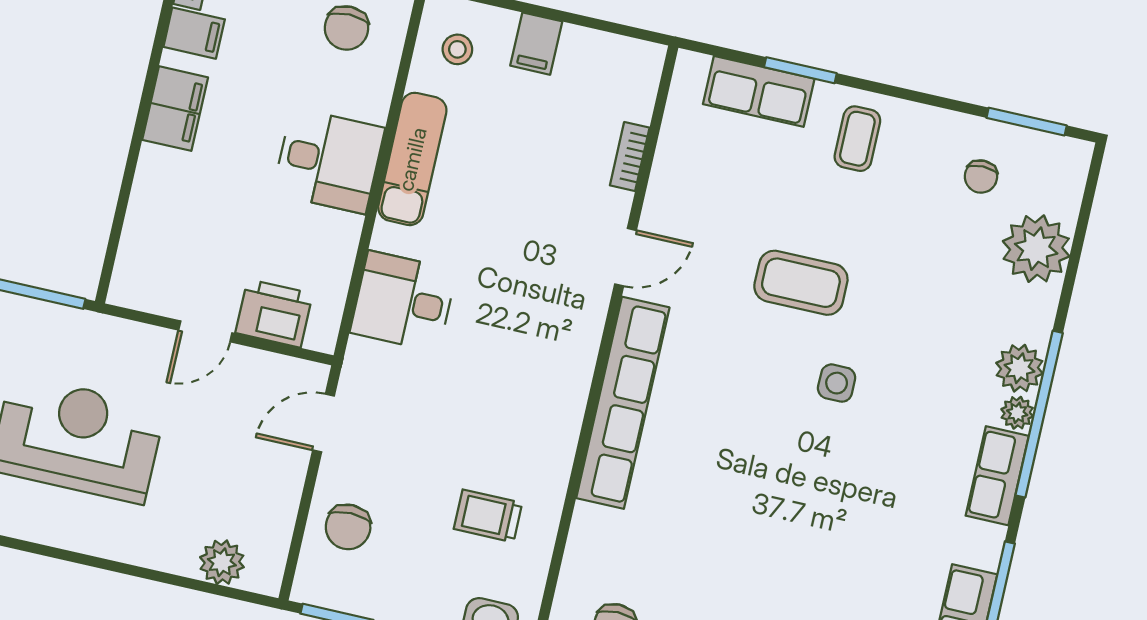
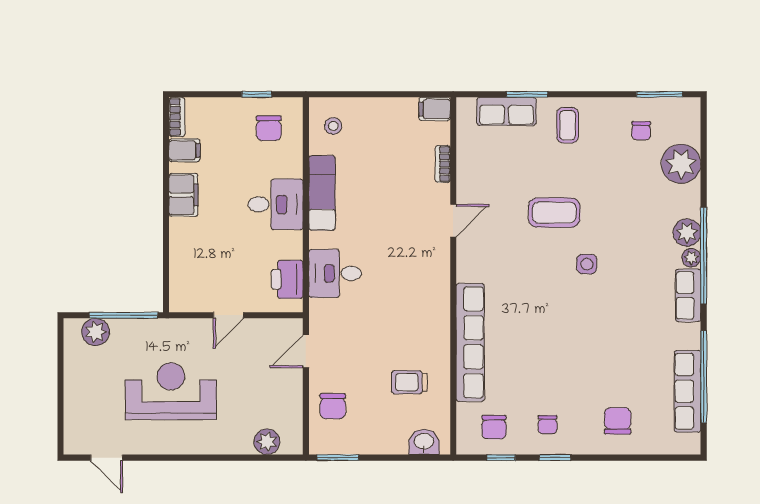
filing cabinet: (536, 44) -> (435, 109), moved, turned 90
printer: (274, 313) -> (287, 279), moved, turned -90
row of seats: (623, 403) -> (470, 342), moved

